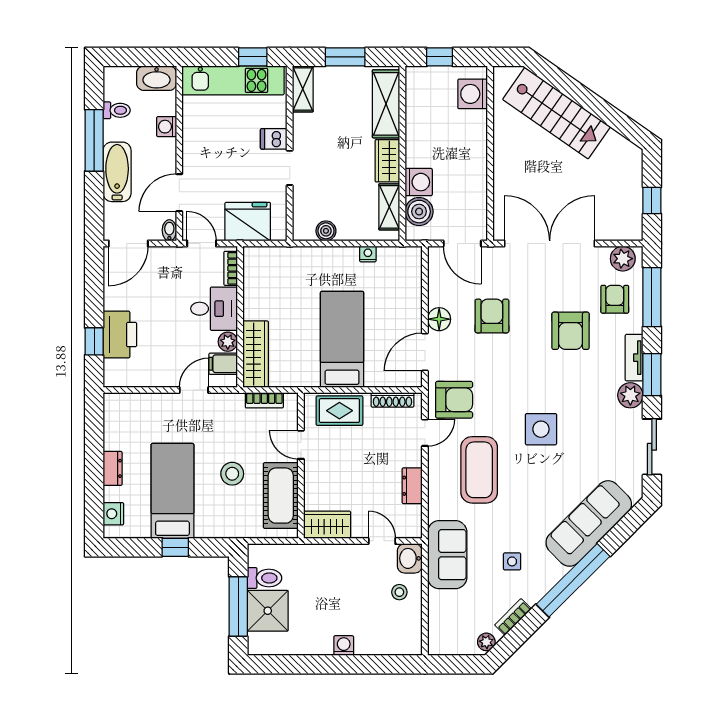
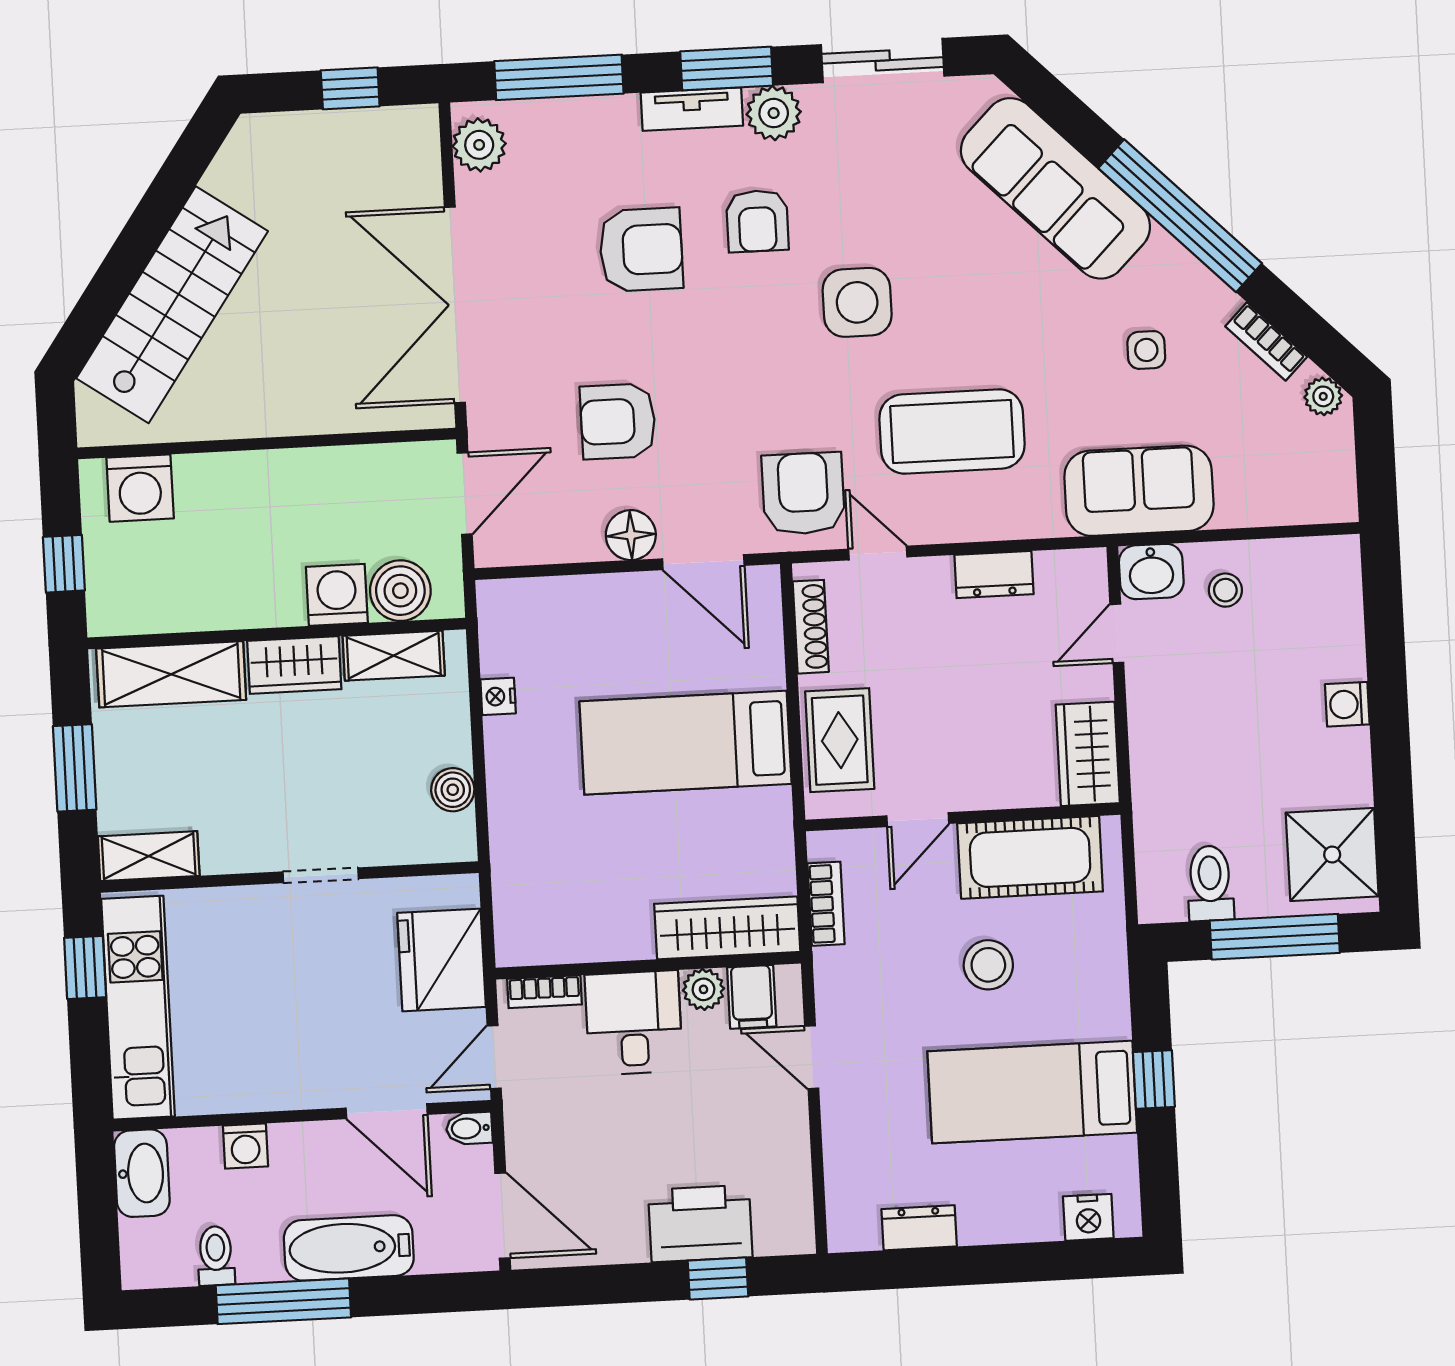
dishwasher: (274, 139) -> (260, 913), removed
armchair: (615, 299) -> (757, 221), moved, turned -90
dresser: (113, 468) -> (919, 1228), moved
shower: (268, 611) -> (1332, 854), moved

